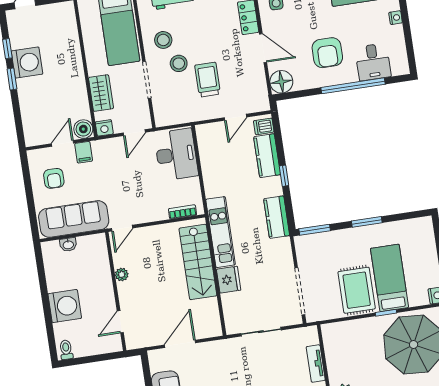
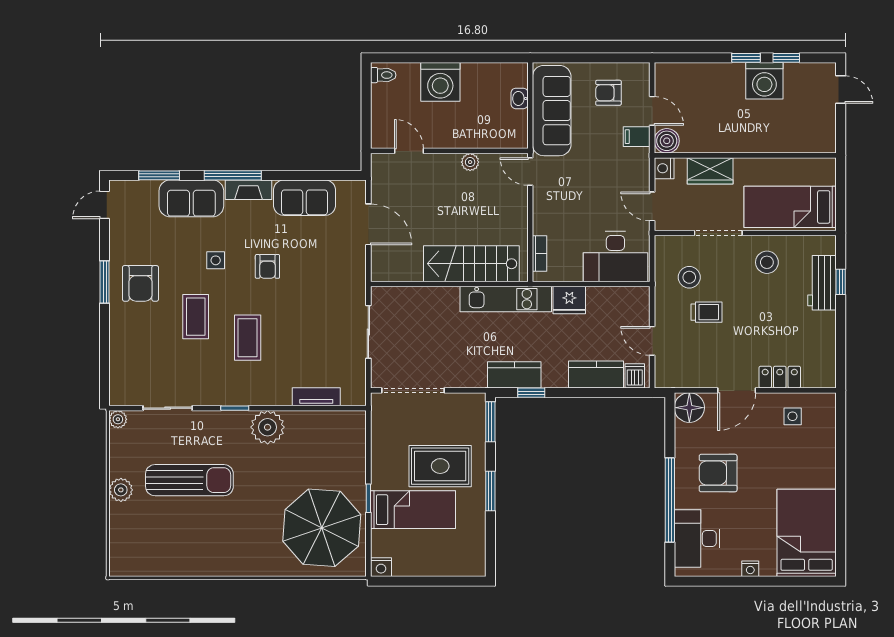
desk: (373, 62) -> (697, 539), width x1.37
stool: (179, 63) -> (689, 277), moved
trolley: (208, 80) -> (707, 312), width x0.73, depth x0.72
window: (284, 176) -> (531, 393), moved
fridge: (229, 280) -> (569, 300), moved
rug: (357, 290) -> (440, 466), moved

